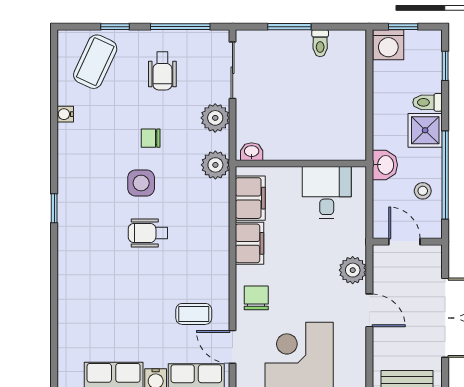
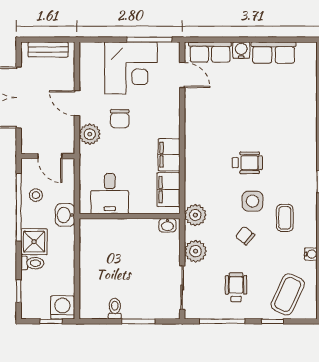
chair: (151, 138) -> (245, 236), turned -141
chair: (256, 298) -> (120, 119), moved
coffee table: (194, 314) -> (285, 218), moved, turned 90

